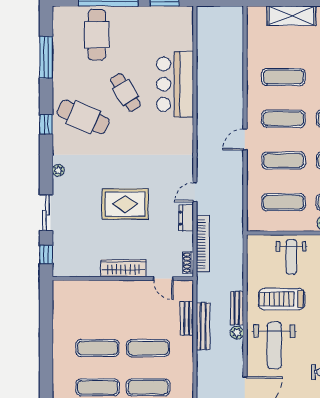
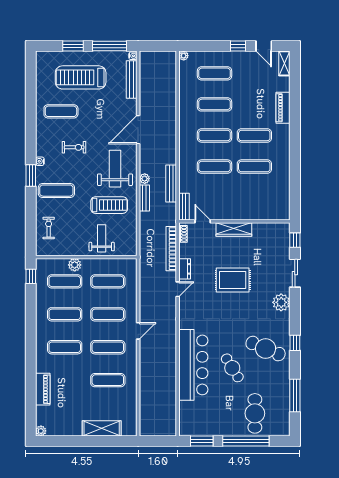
bar counter: (175, 84) -> (193, 365), width x1.36
plant: (58, 170) -> (281, 302), width x1.87, depth x1.87
bench: (187, 318) -> (184, 207), moved

